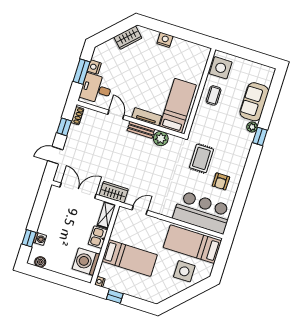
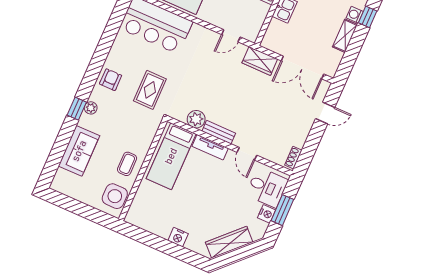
wardrobe: (128, 38) -> (229, 242), width x1.50
window: (64, 127) -> (311, 146), removed
plant: (252, 127) -> (91, 108), moved
armchair: (221, 181) -> (111, 80), moved
shelving: (106, 215) -> (345, 36), moved

